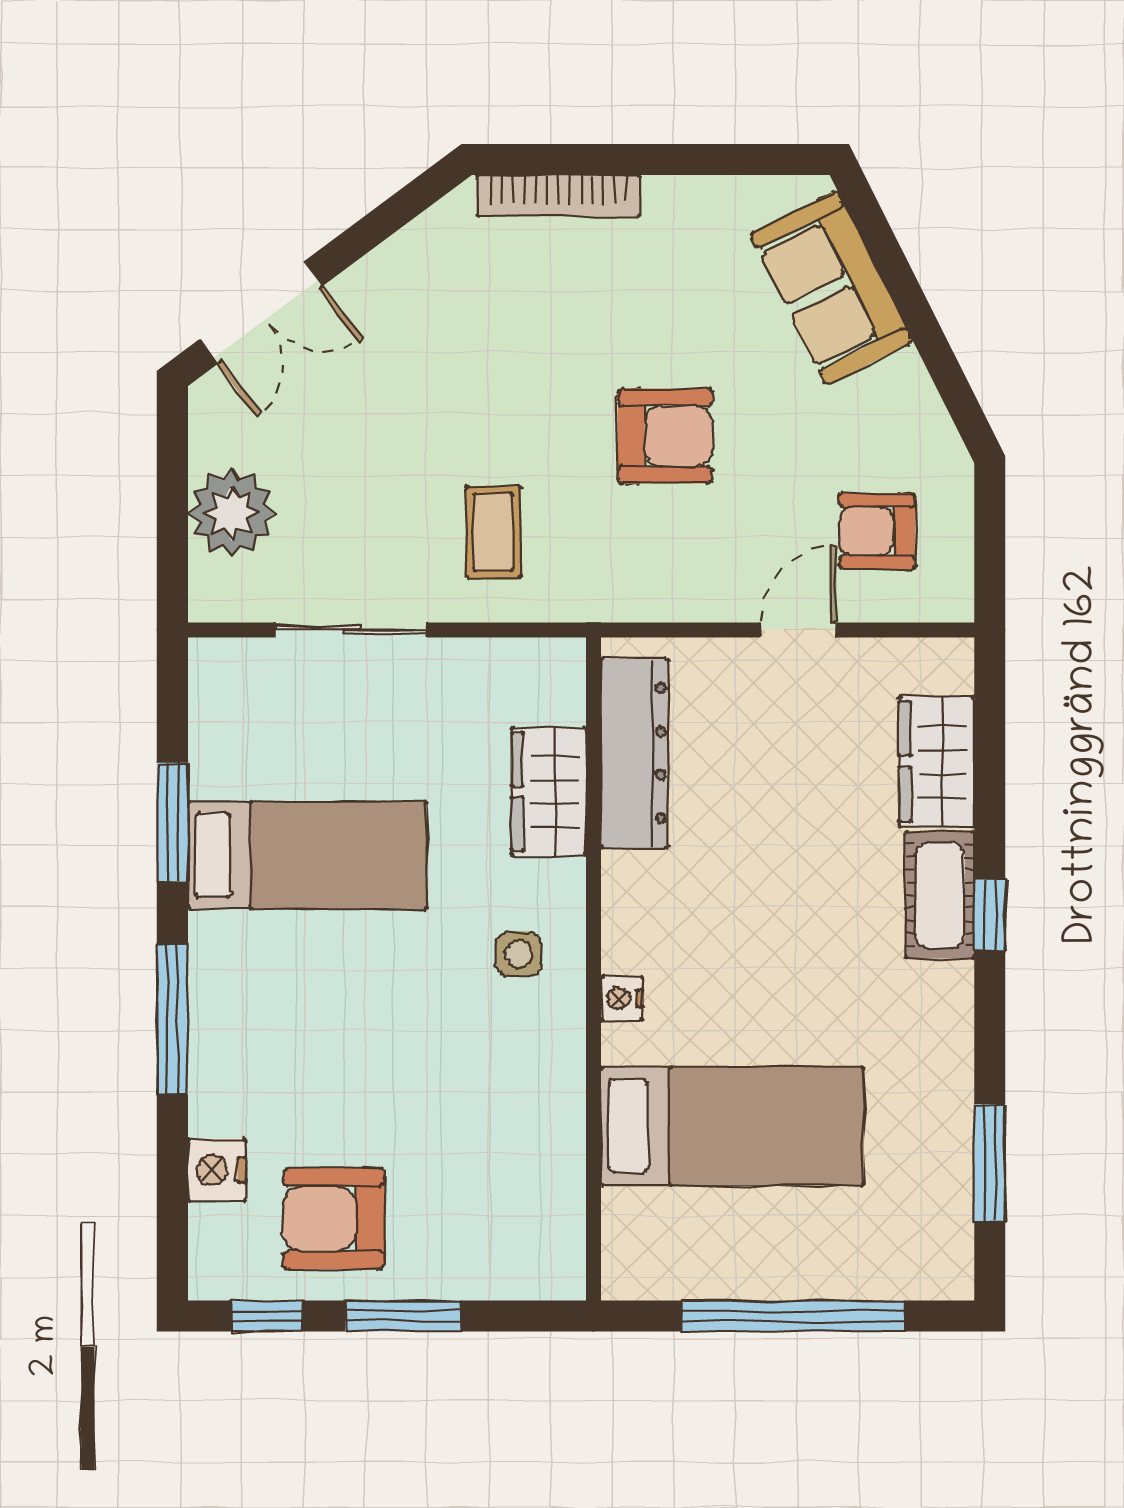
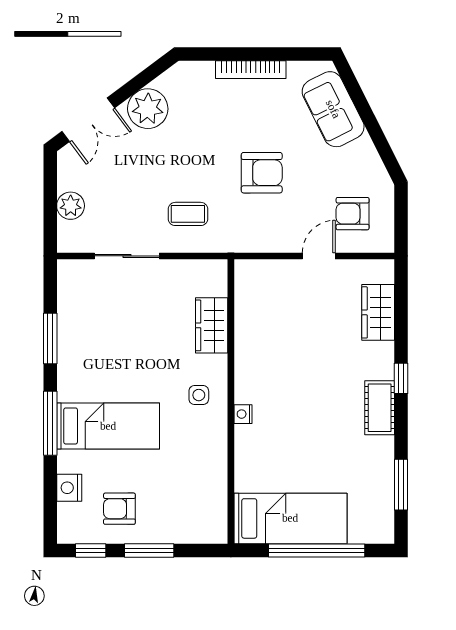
bookcase: (558, 196) -> (251, 70), moved
plant: (400, 287) -> (148, 109), added
plant: (232, 513) -> (71, 206), width x0.73, depth x0.73
coffee table: (493, 532) -> (188, 214), turned 90
dresser: (635, 753) -> (248, 309), removed
bed: (307, 855) -> (108, 426), moved
cot: (940, 895) -> (380, 408), moved
bed: (732, 1126) -> (290, 518), moved
armchair: (334, 1219) -> (119, 509), width x0.72, depth x0.72

